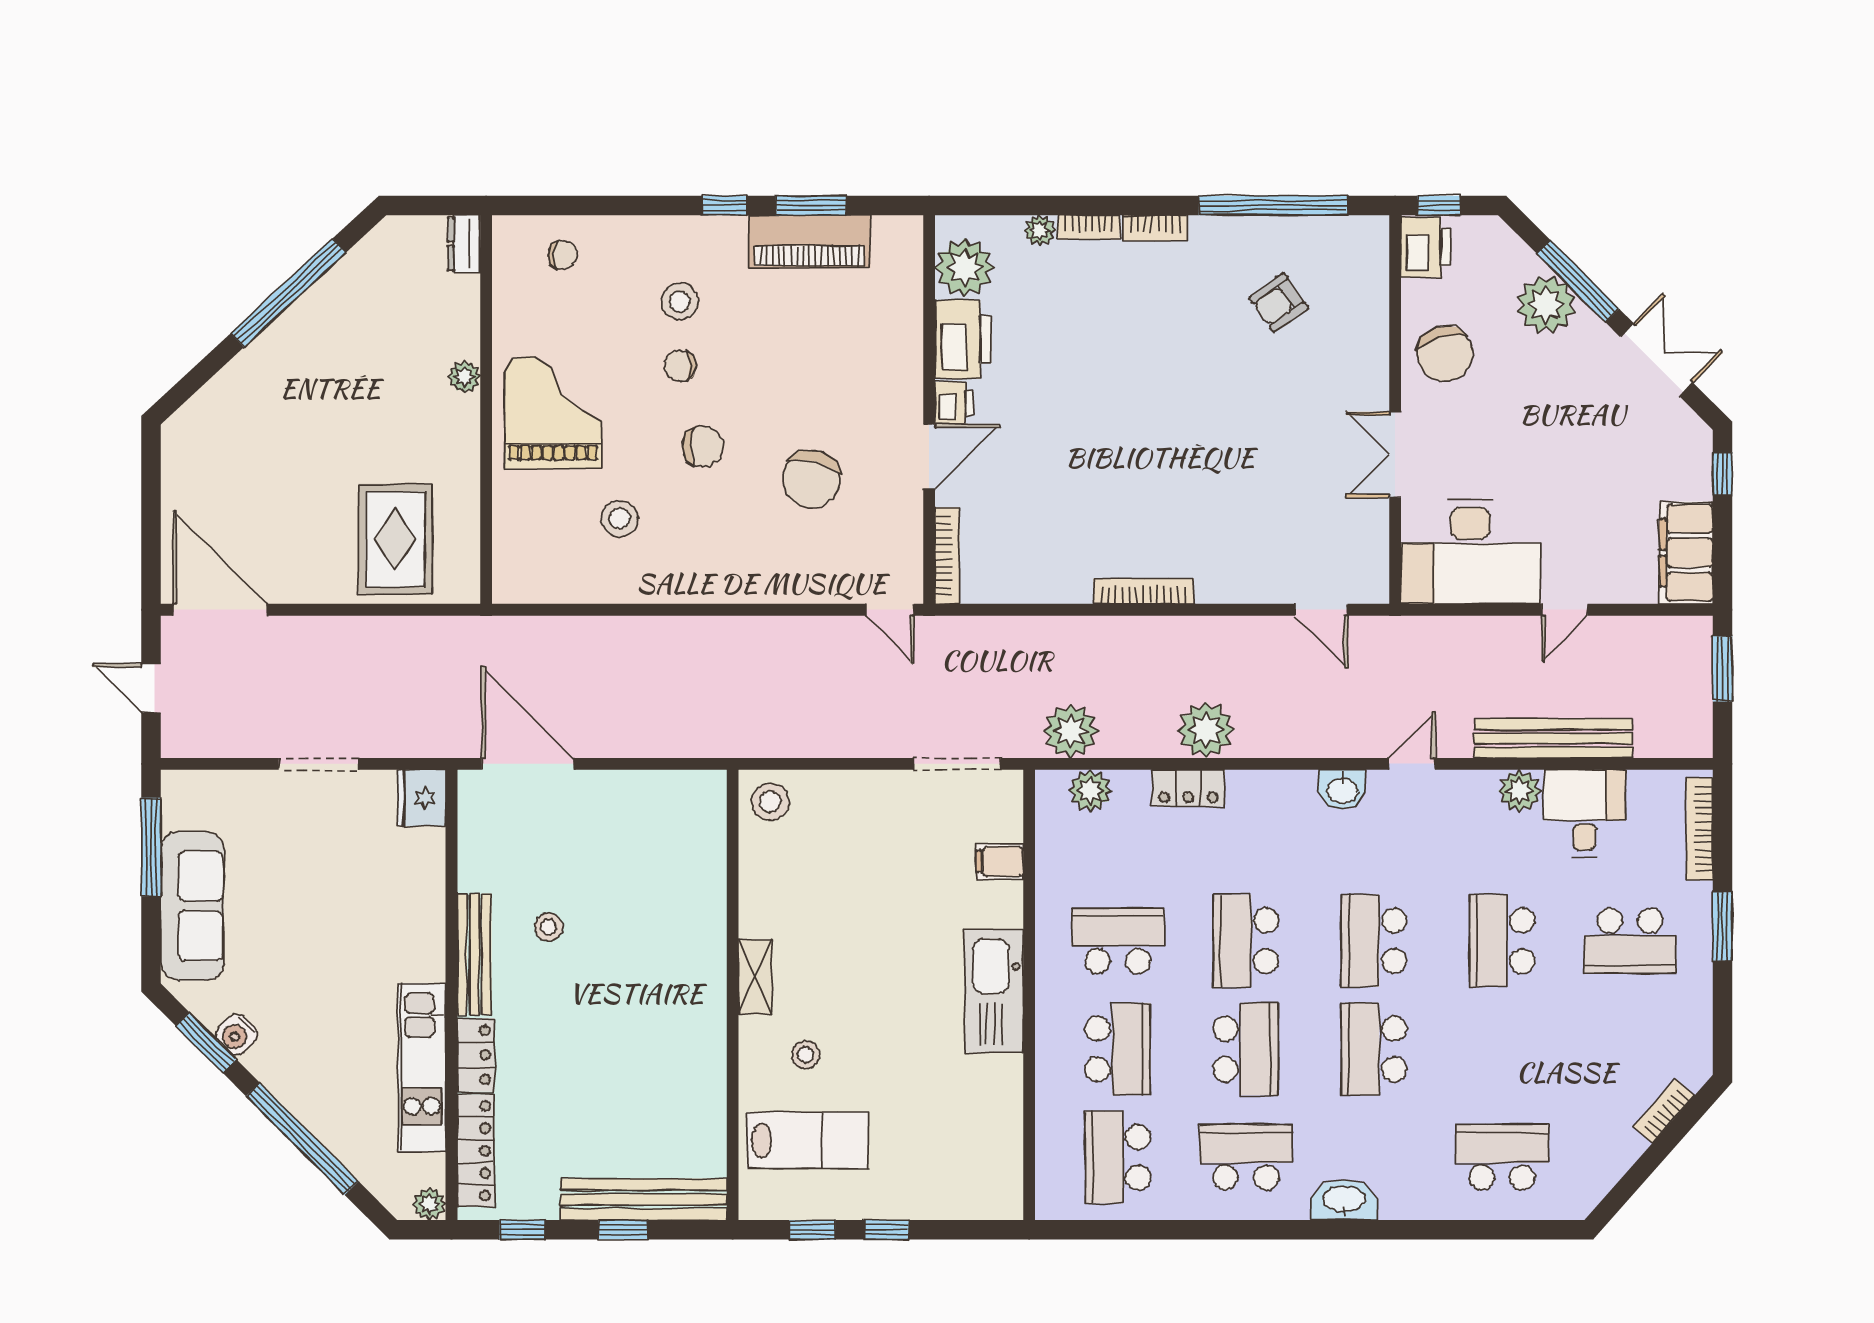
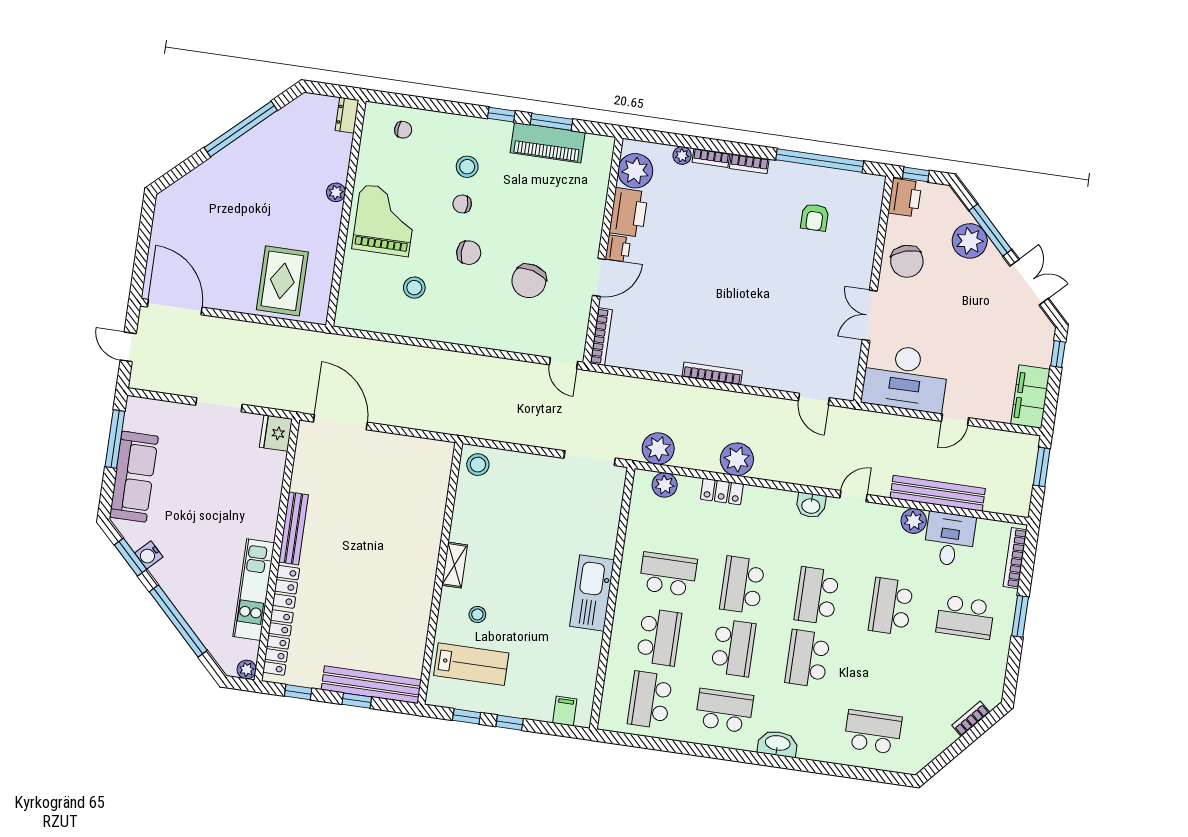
armchair: (1279, 303) -> (815, 217), turned -55
filing cabinet: (1000, 861) -> (565, 711), moved, turned 90
stool: (549, 927) -> (339, 519), removed

